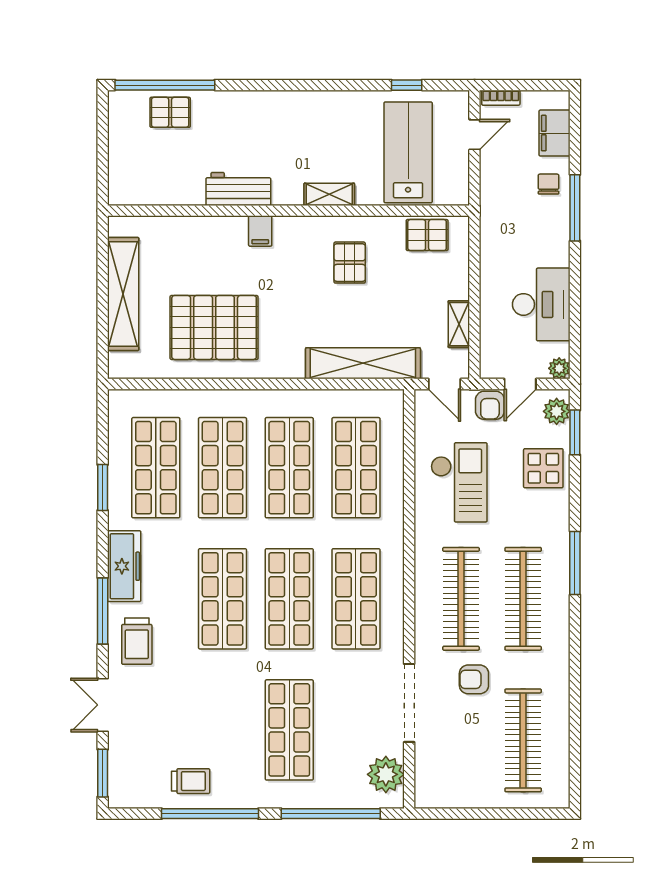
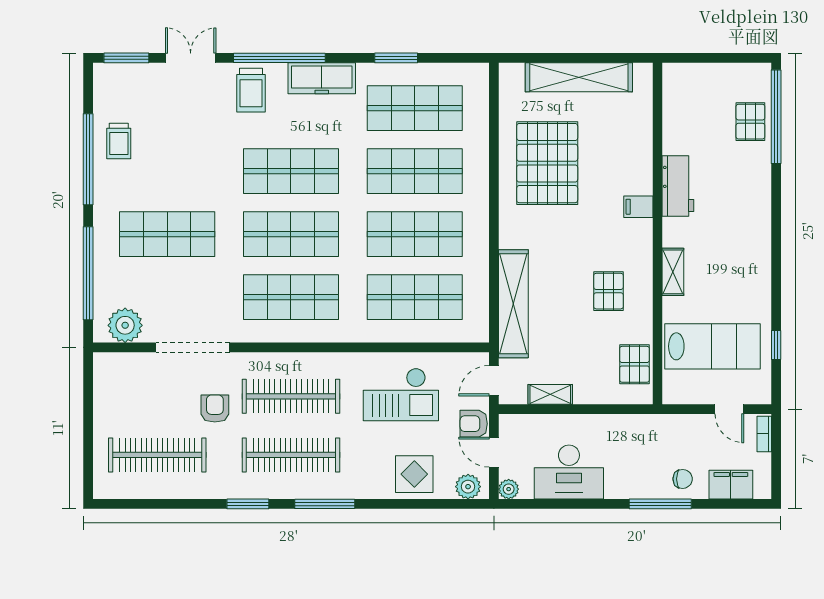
pallet: (350, 263) -> (608, 291), turned 90
window: (575, 432) -> (248, 504), moved
window: (103, 611) -> (279, 58), width x1.46
trolley: (137, 641) -> (251, 90), turned -90

